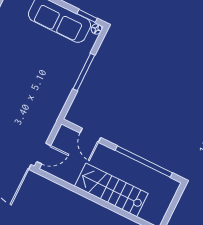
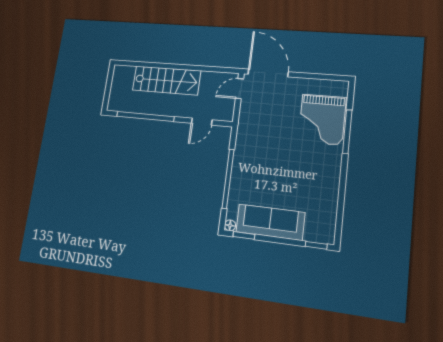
window: (84, 72) -> (228, 179), width x1.46
door: (90, 135) -> (202, 122), swing flipped

